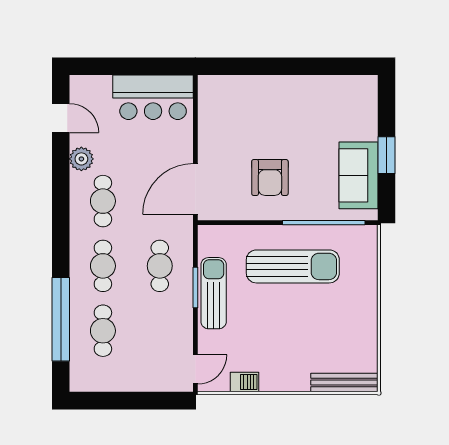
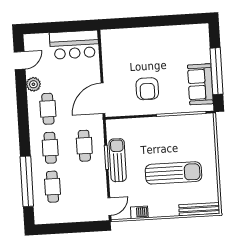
door: (61, 118) -> (20, 61), hinge flipped
window: (386, 155) -> (216, 71), width x2.11
sun lounger: (293, 266) -> (173, 173), moved

